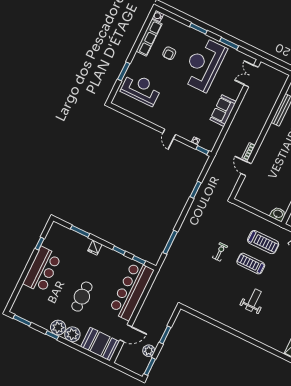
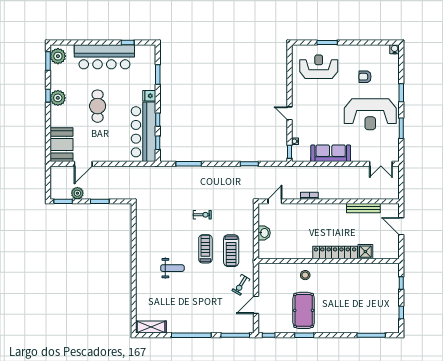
row of seats: (149, 38) -> (370, 51), removed
reception desk: (204, 64) -> (370, 114), turned 180
double door: (251, 76) -> (381, 164), swing flipped
reception desk: (141, 89) -> (319, 67), turned -90
sofa: (223, 111) -> (331, 153), width x1.36
door: (169, 134) -> (289, 113), hinge flipped
door: (246, 169) -> (275, 201), moved
washbasin: (278, 214) -> (264, 233), moved
bar counter: (42, 270) -> (104, 57), width x1.36
bar counter: (131, 290) -> (143, 132), moved, turned -90
cafe table: (82, 297) -> (98, 106), turned 90
door: (126, 333) -> (83, 164), hinge flipped
plant: (72, 334) -> (58, 56), moved

